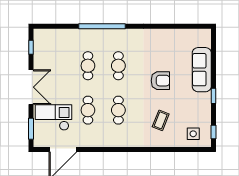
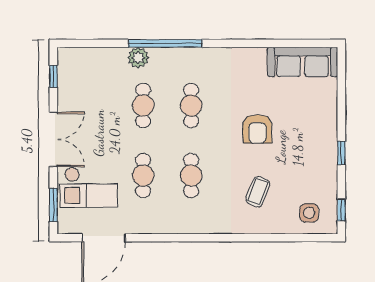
plant: (85, 35) -> (138, 58), added
sofa: (202, 70) -> (303, 62), moved, turned -90
armchair: (160, 81) -> (257, 129), turned 90
checkout: (53, 118) -> (89, 187), turned 180

